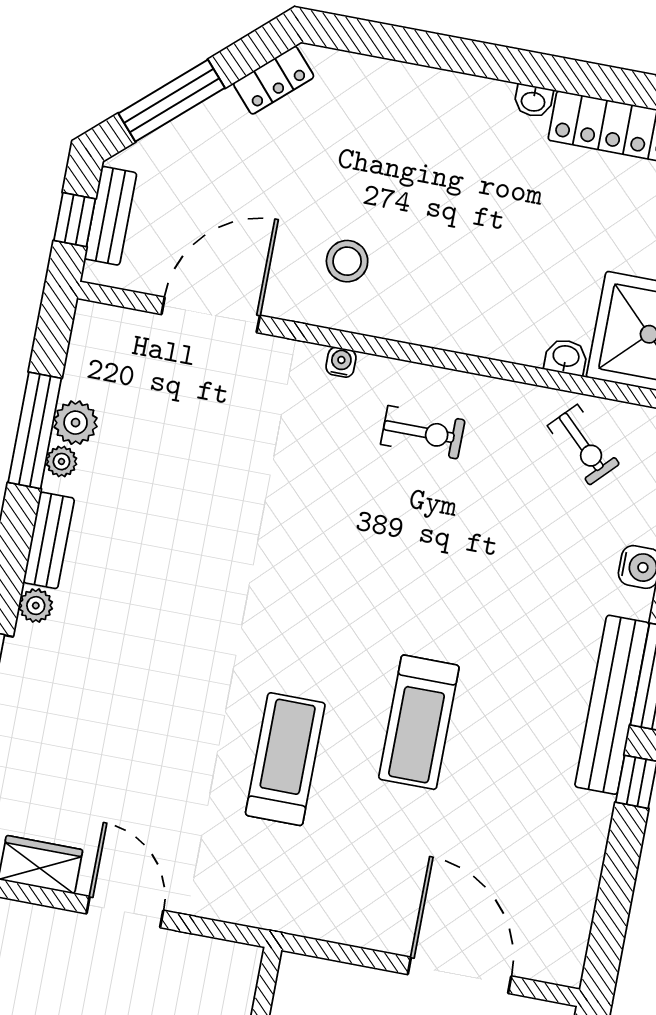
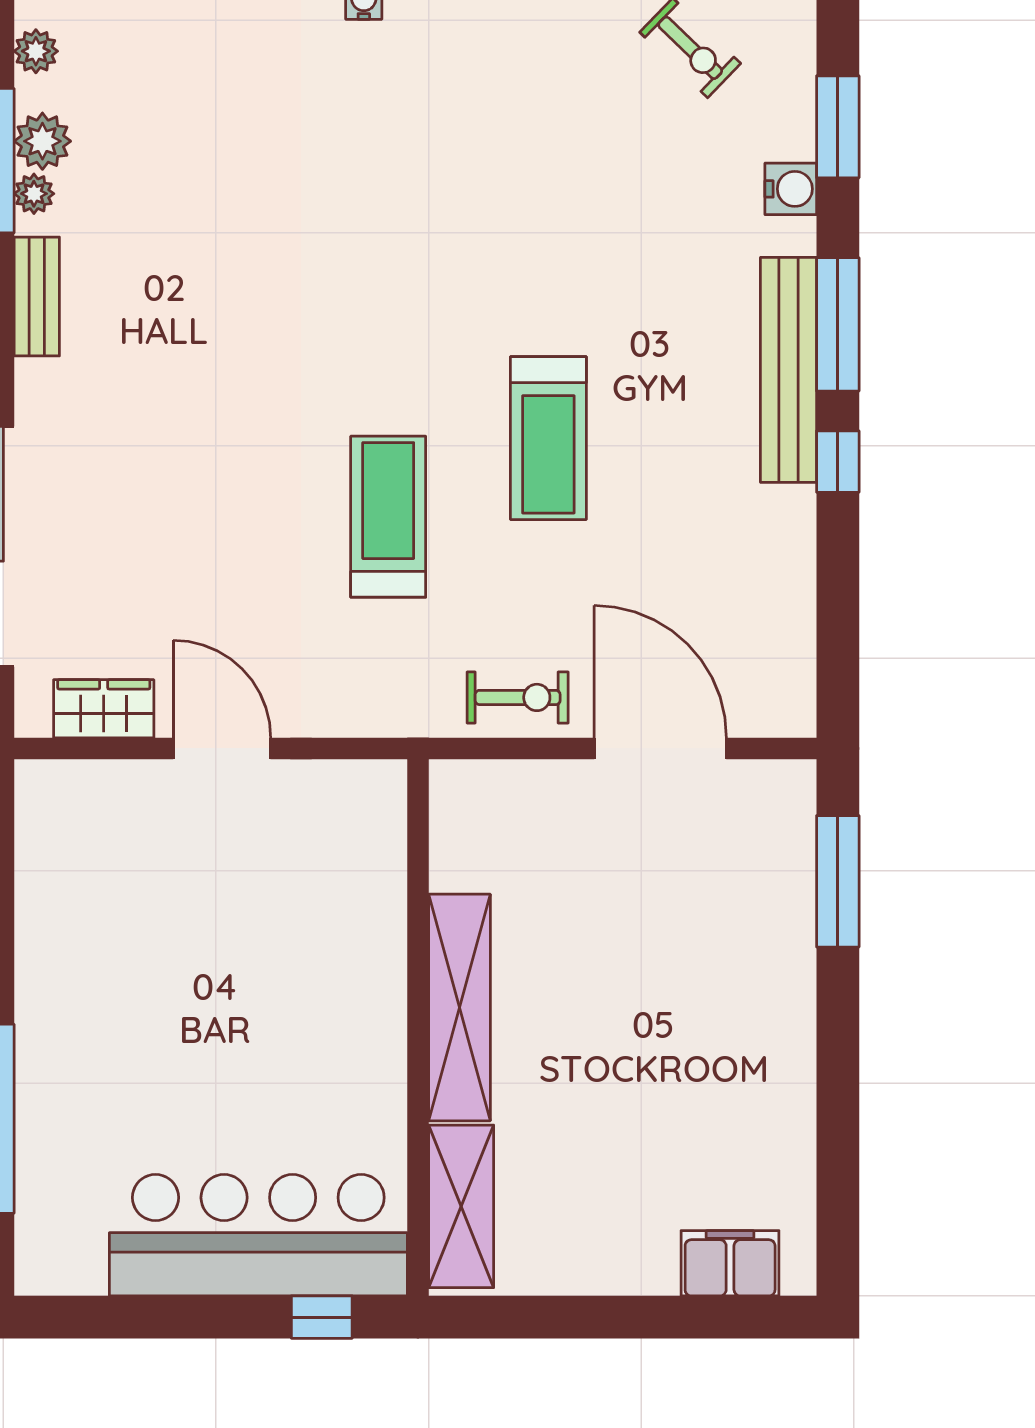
exercise bike: (423, 432) -> (518, 697), moved
plant: (36, 606) -> (36, 51), moved

